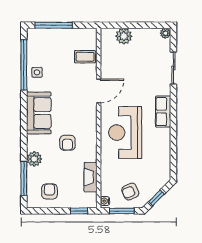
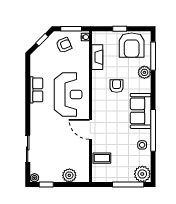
window: (151, 25) -> (46, 184), added
plant: (37, 38) -> (142, 174), added
window: (24, 65) -> (153, 130), moved
door: (99, 91) -> (90, 129), hinge flipped
row of seats: (163, 112) -> (36, 90), moved
armchair: (49, 191) -> (132, 45), width x1.88, depth x1.88
window: (79, 211) -> (120, 29), moved

